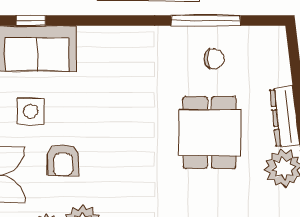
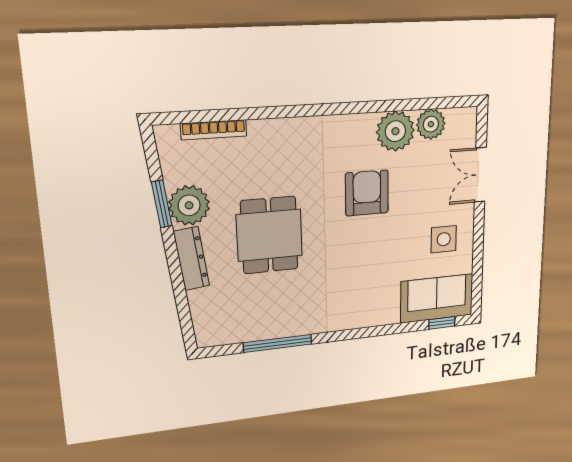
chair: (214, 59) -> (268, 308), removed
armchair: (63, 160) -> (367, 193), moved, width x1.38, depth x1.38

